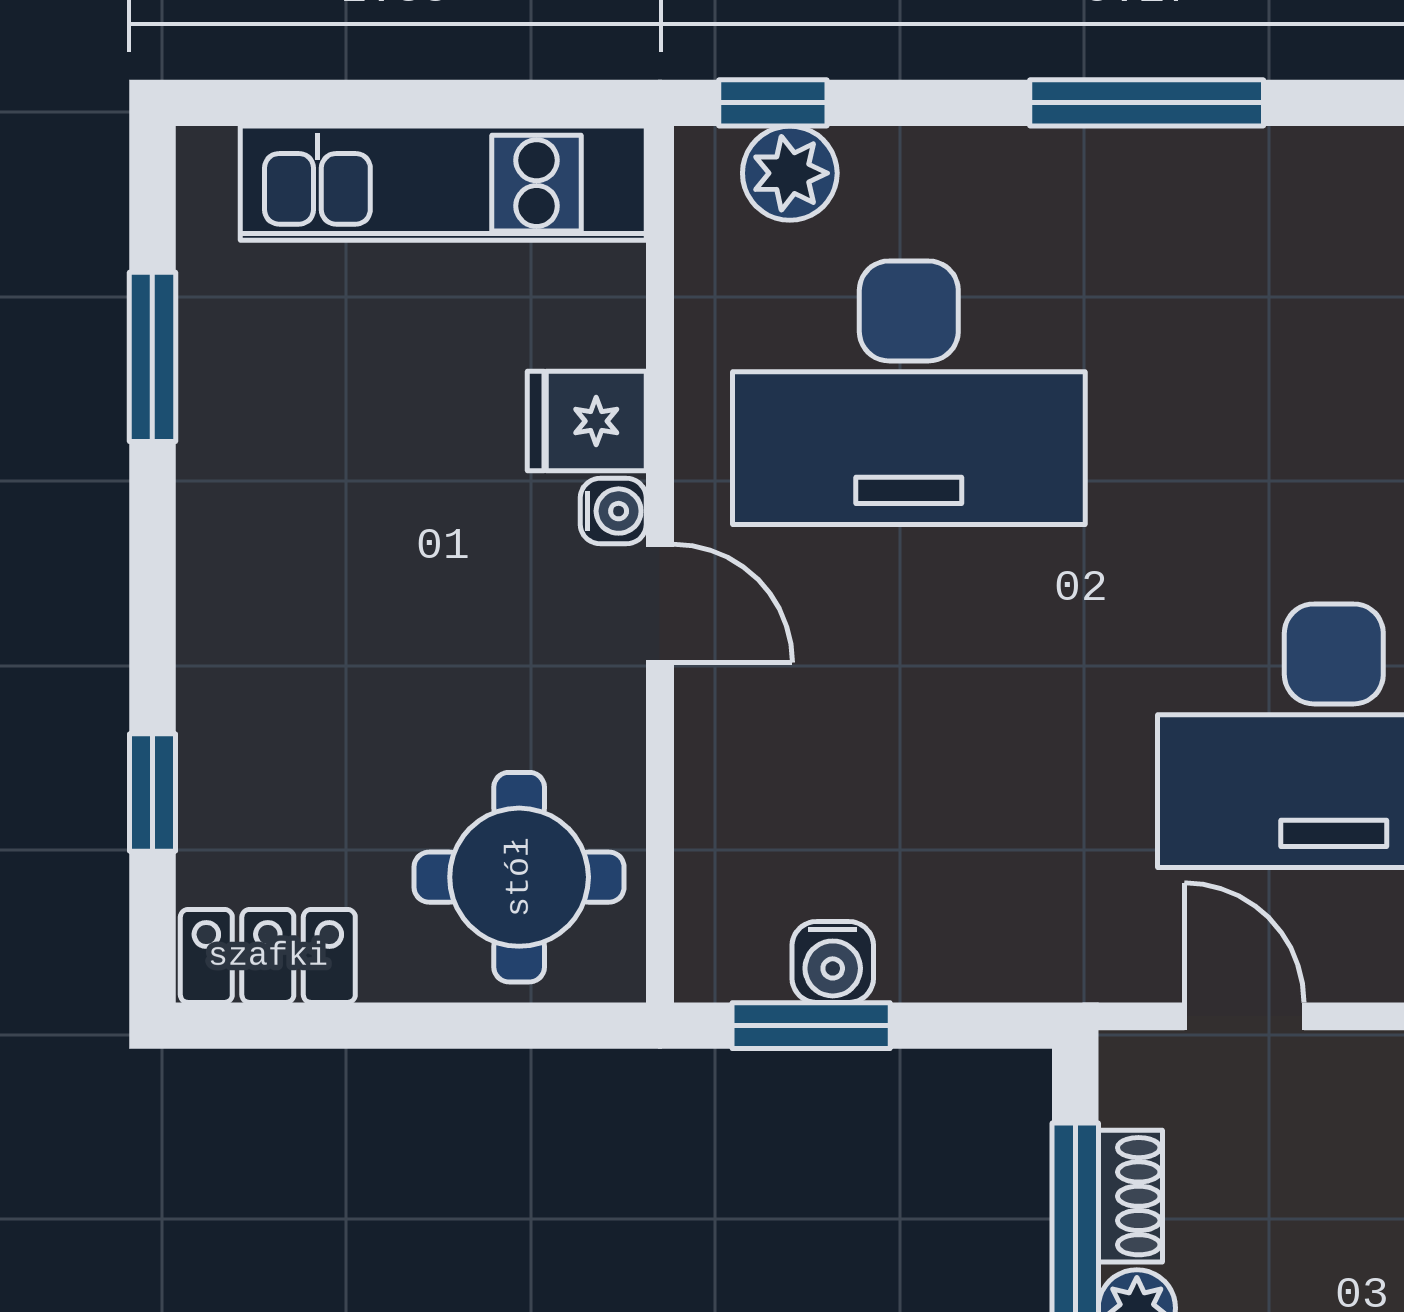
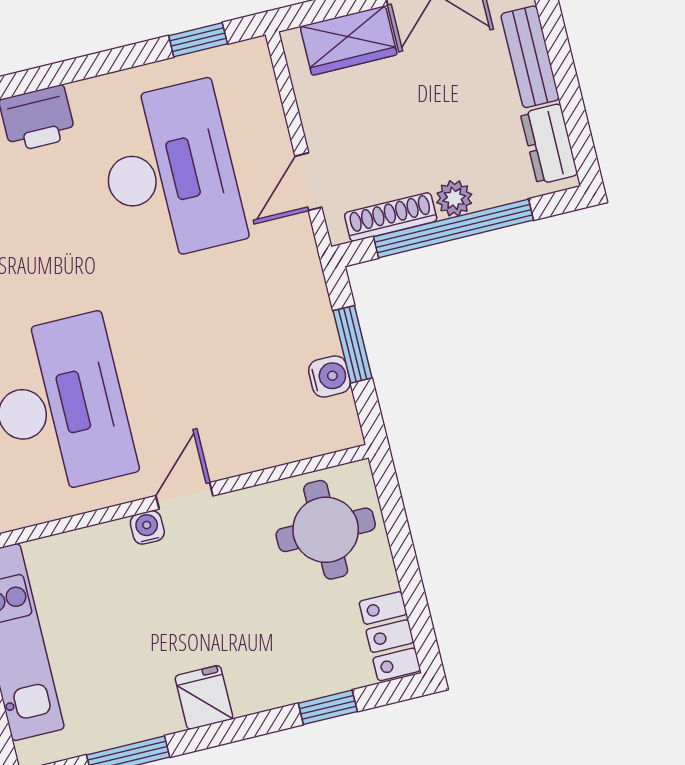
fridge: (587, 421) -> (204, 697), moved, turned 180
window: (811, 1026) -> (353, 344), moved
shoe rack: (1130, 1196) -> (391, 217), width x1.43

